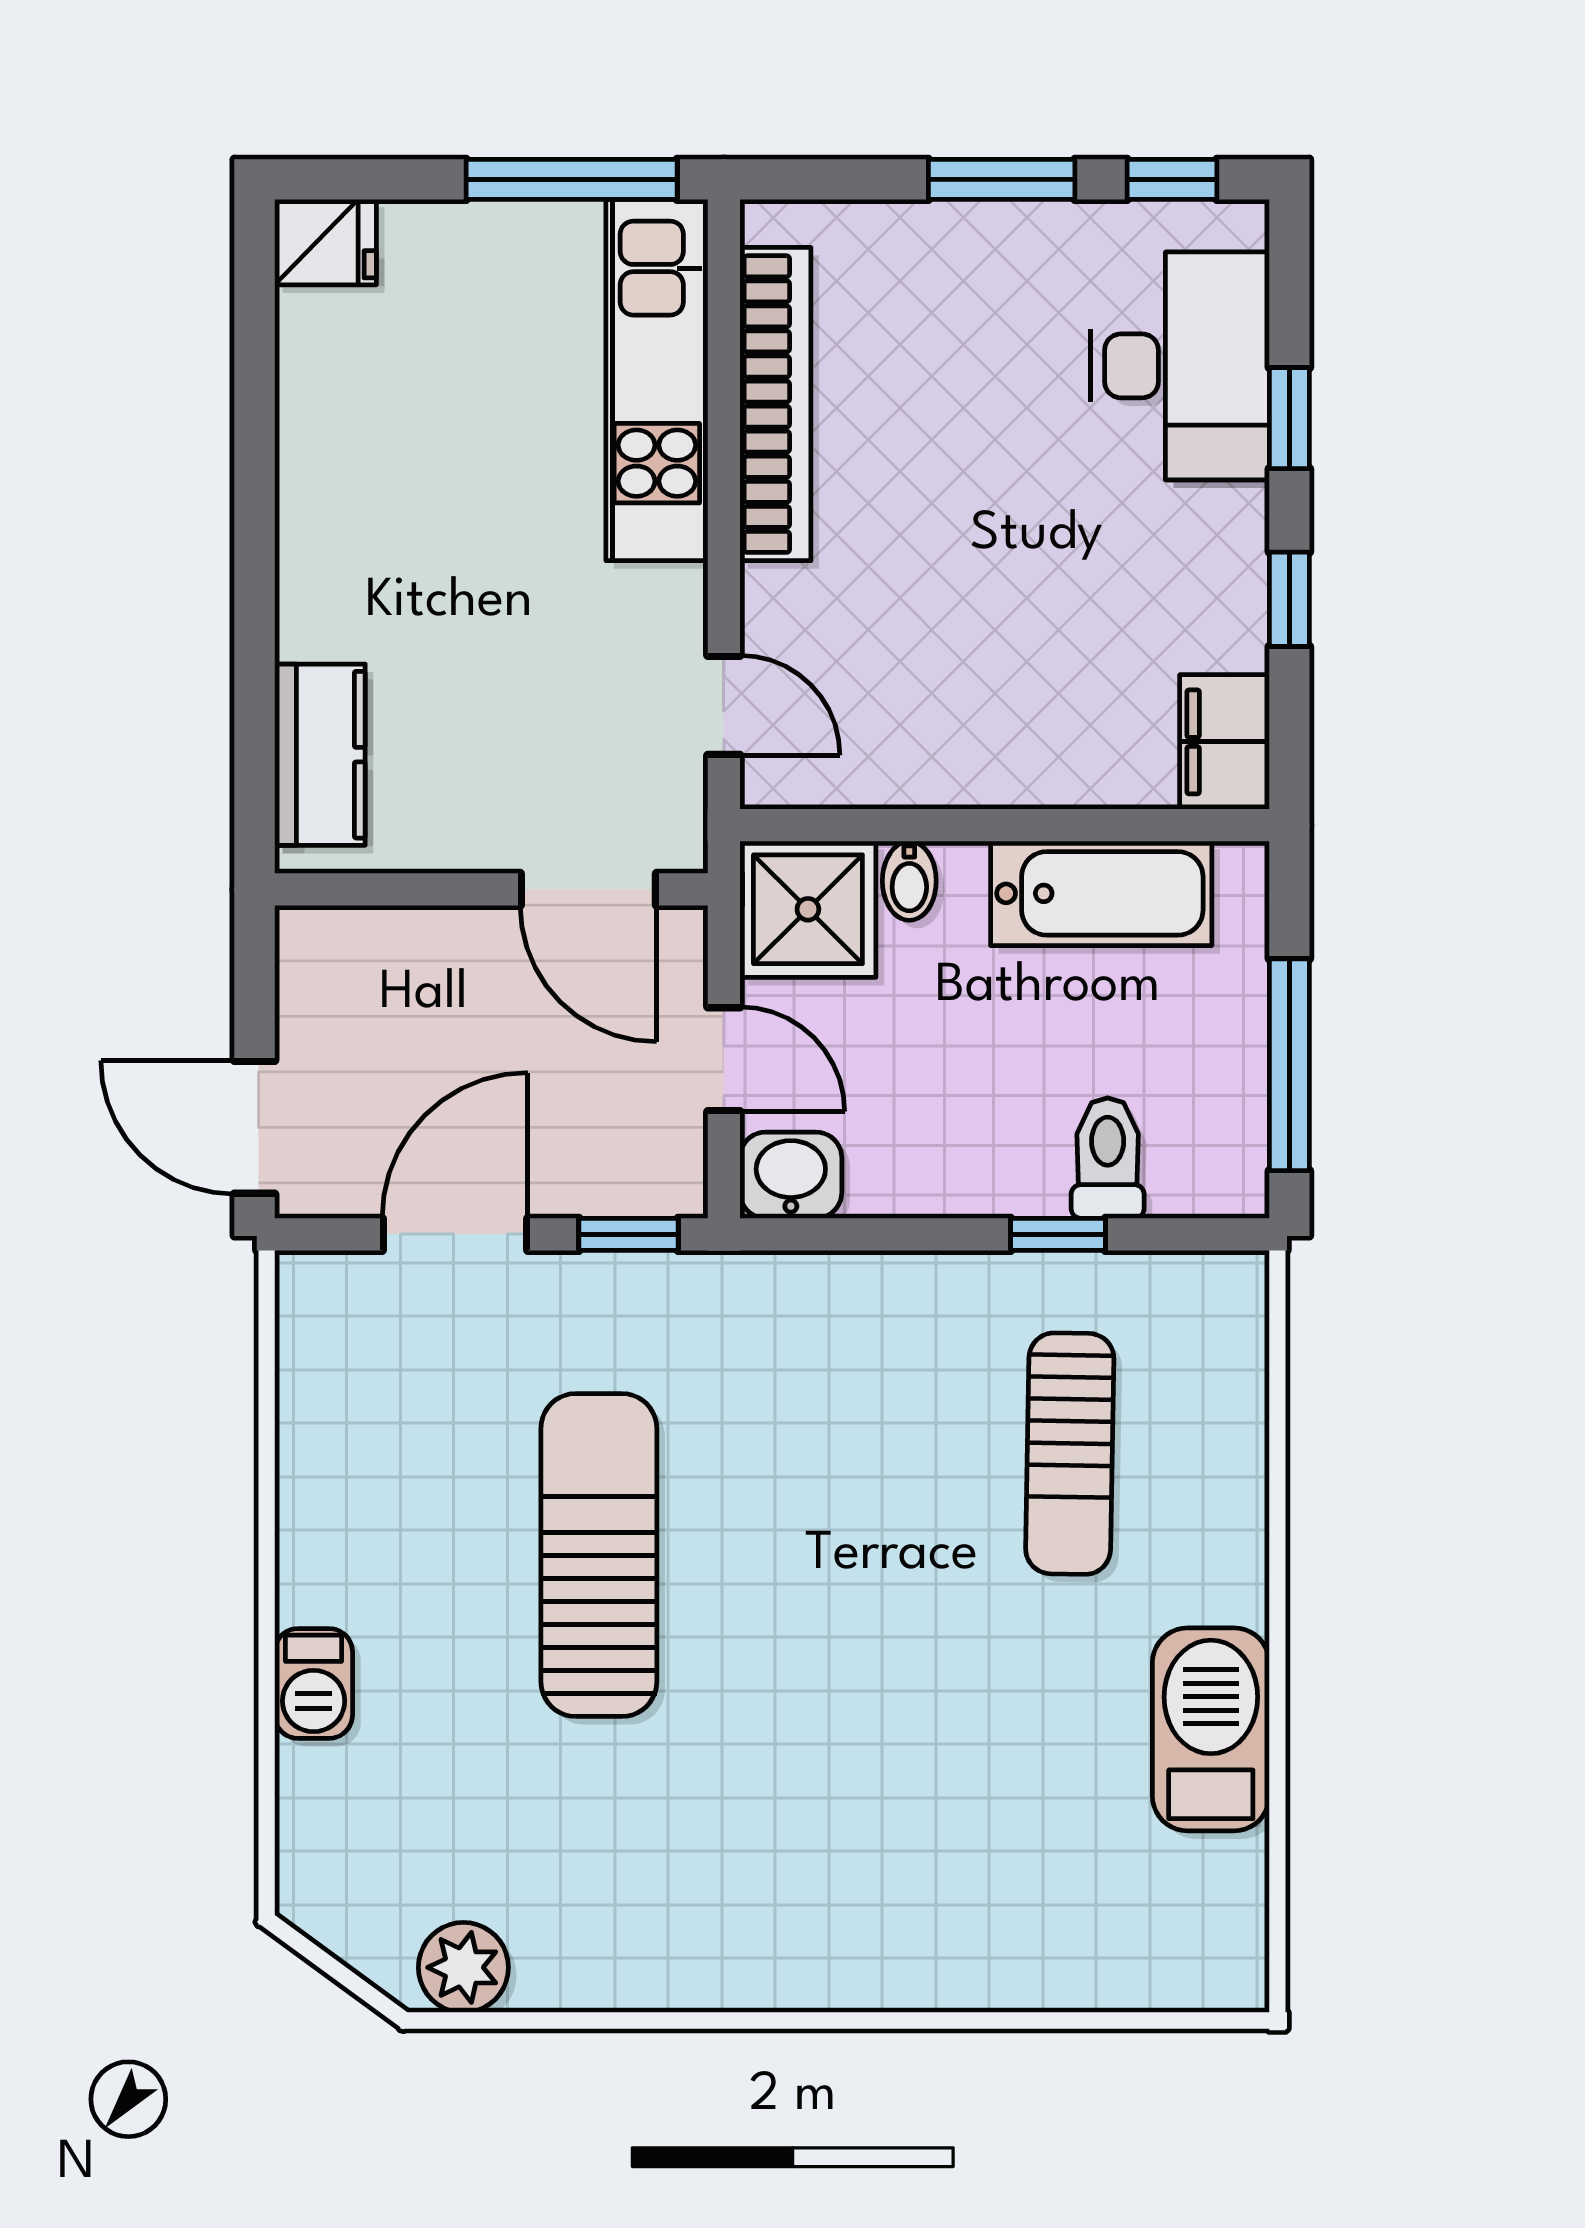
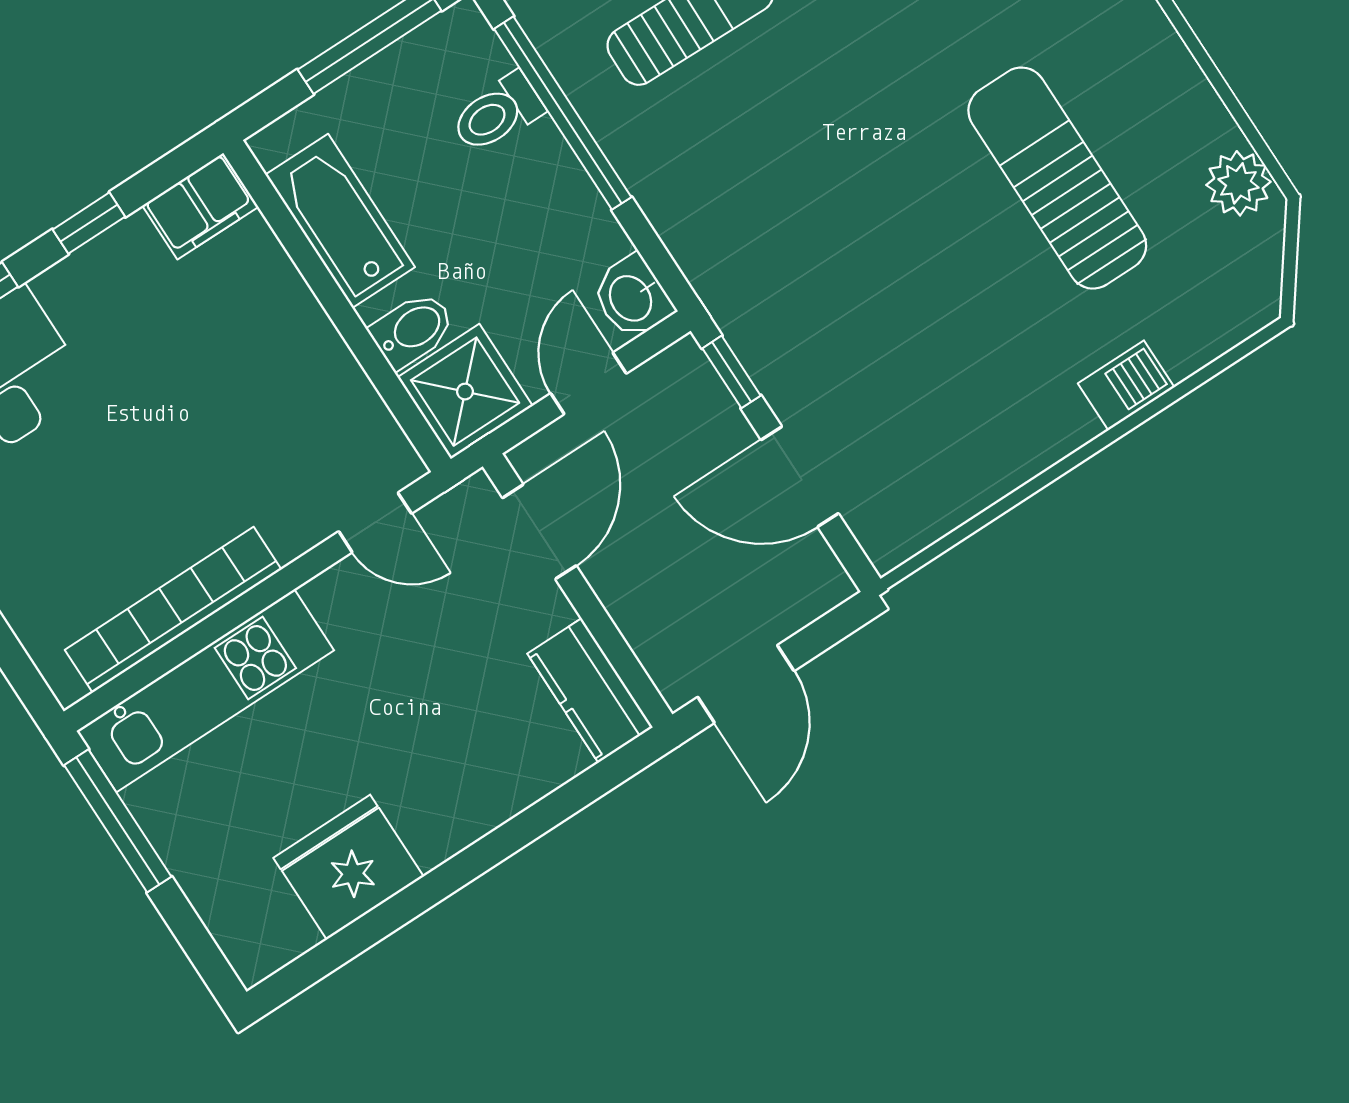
fridge: (325, 242) -> (349, 867), moved, width x1.88, depth x1.34
door: (724, 705) -> (375, 522), swing flipped
kitchen counter: (320, 755) -> (590, 690), moved, turned -90
bidet: (909, 881) -> (413, 330), width x1.38, depth x1.36
door: (255, 1127) -> (746, 684), moved
window: (1058, 1234) -> (563, 113), width x3.17
sun lounger: (599, 1555) -> (1057, 178), moved, turned 90

